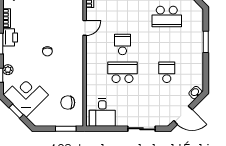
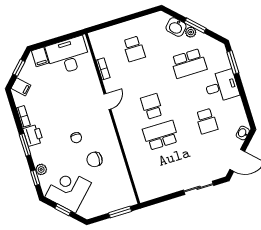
window: (206, 42) -> (233, 62), moved
school desk: (167, 72) -> (207, 121), turned 180
chair: (68, 103) -> (94, 159), moved
desk: (102, 112) -> (222, 86), moved, turned -90

